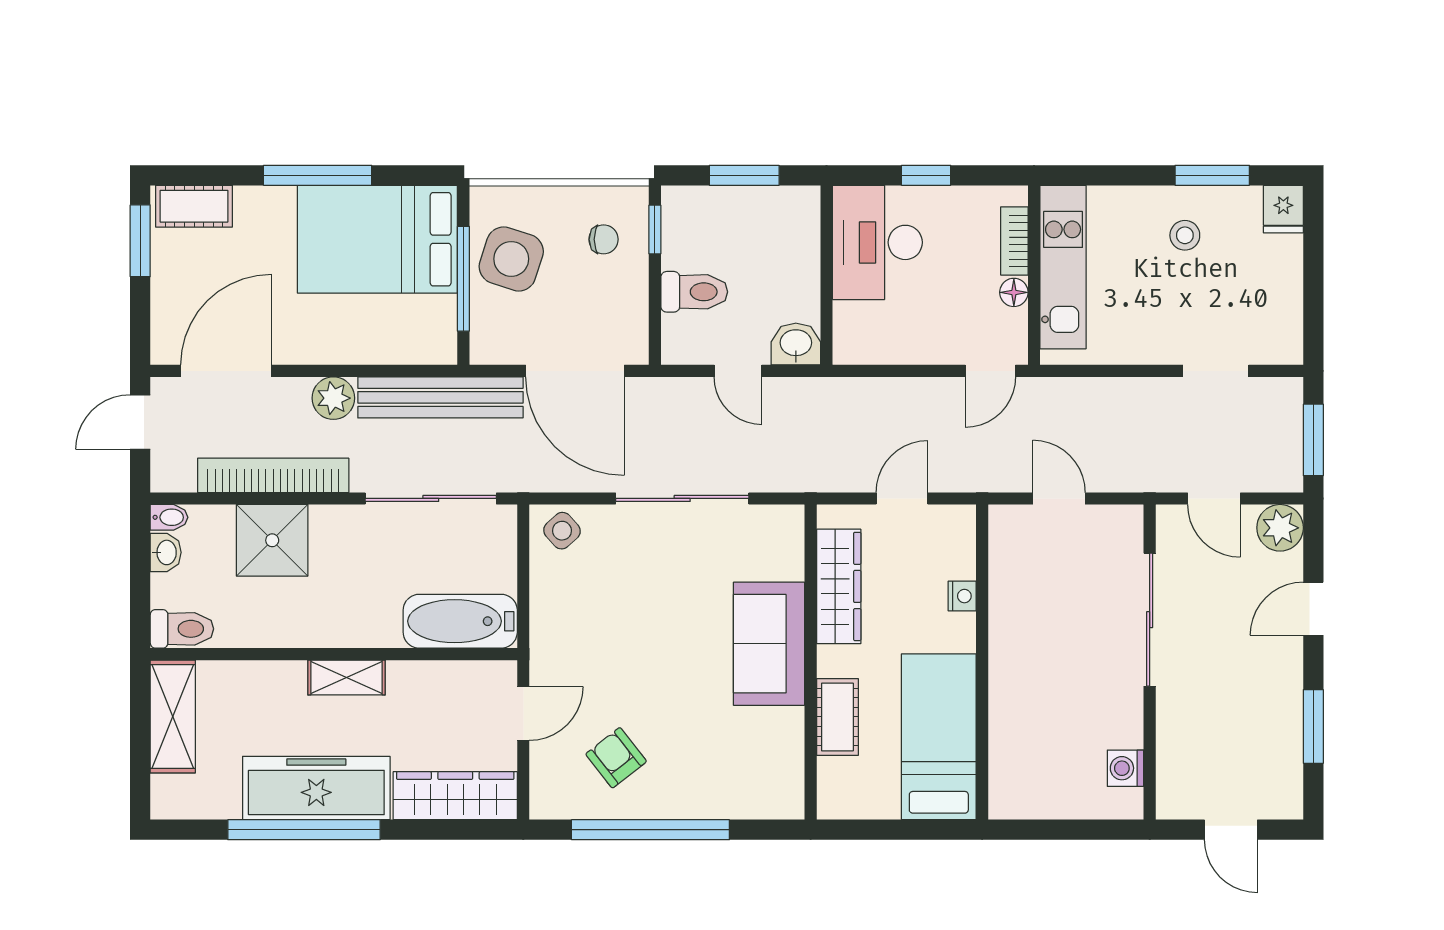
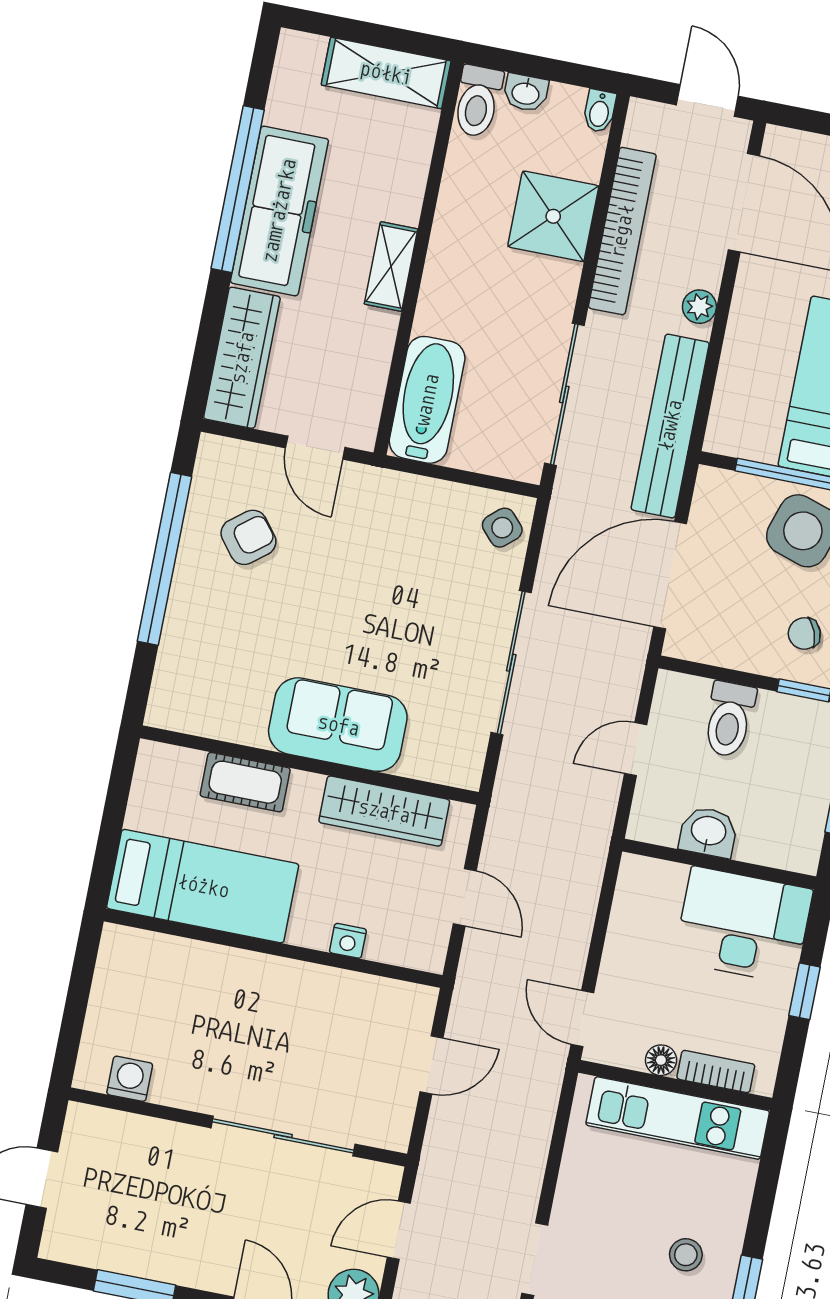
chair: (604, 239) -> (804, 633), turned 69
washbasin: (796, 344) -> (708, 832), moved, turned -90
plant: (333, 398) -> (699, 307), width x0.73, depth x0.73
washbasin: (166, 552) -> (526, 93), moved

